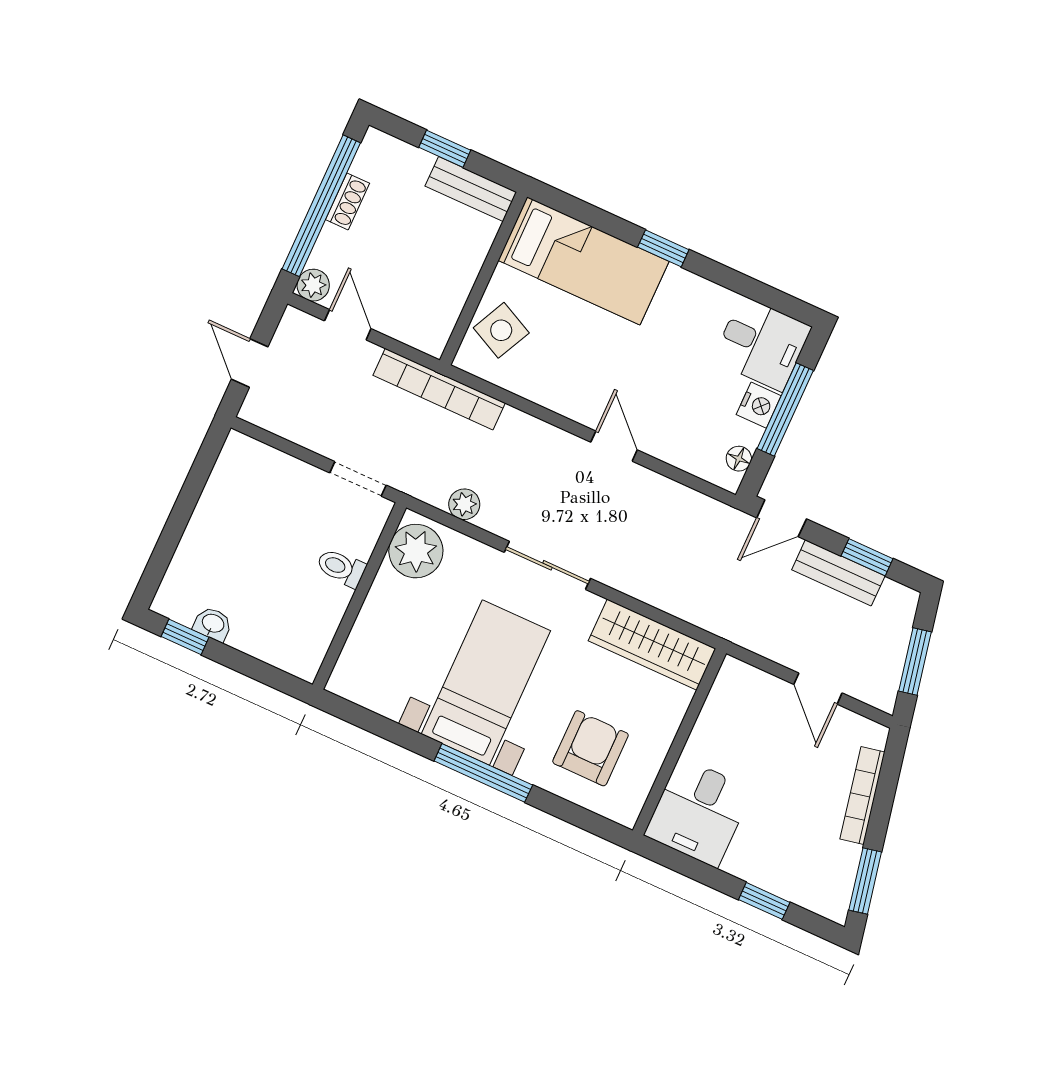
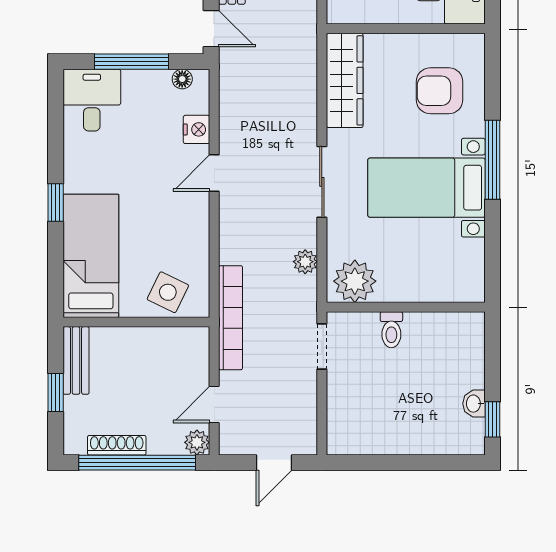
shoe rack: (347, 201) -> (117, 445), width x1.43
nightstand: (759, 405) -> (197, 129), moved, turned 90

